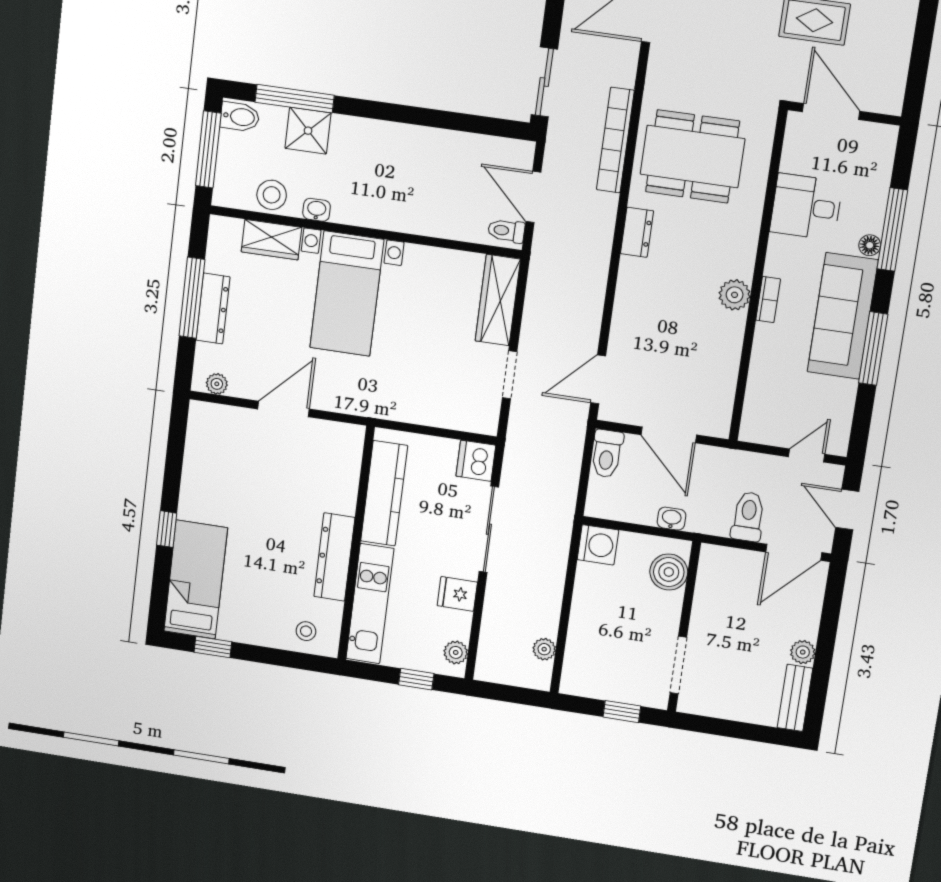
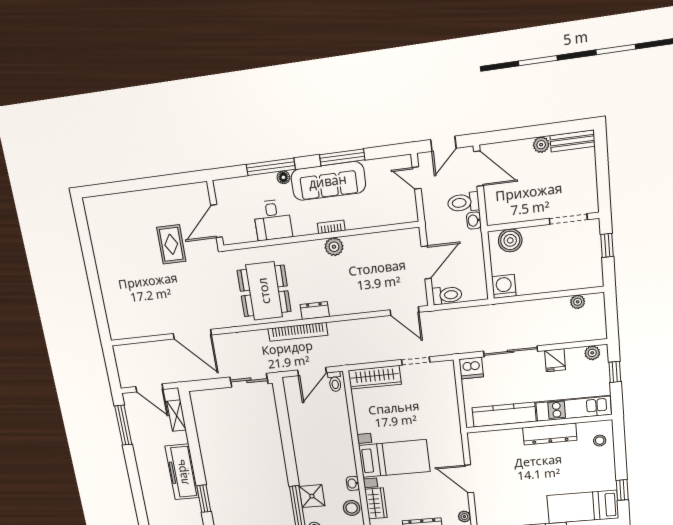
bookcase: (615, 140) -> (298, 332), moved
washbasin: (671, 519) -> (474, 221), moved

